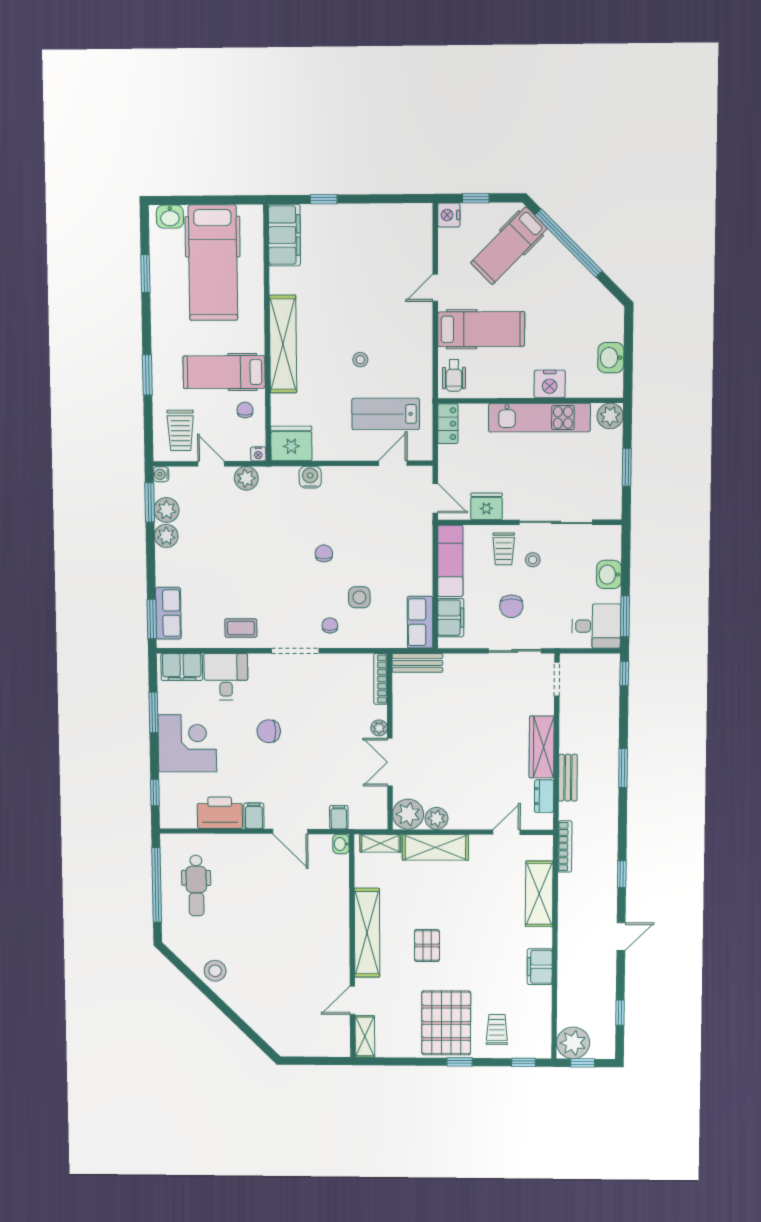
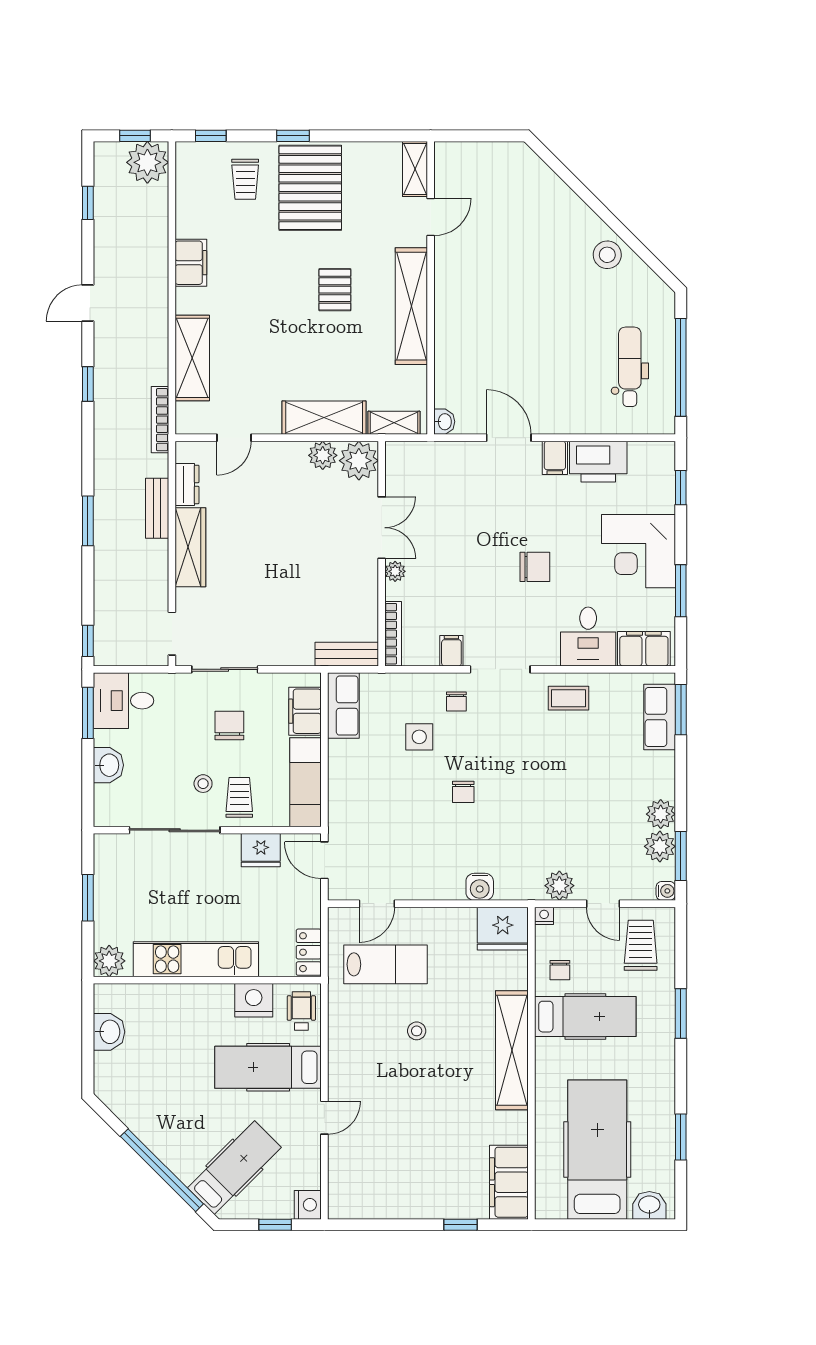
nightstand: (550, 384) -> (254, 1000), moved
filing cabinet: (339, 817) -> (451, 651), moved, turned 180

